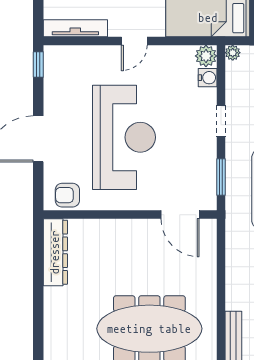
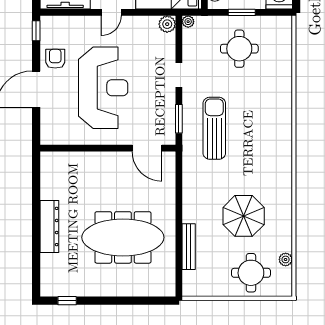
water cooler: (208, 78) -> (169, 41), removed
armchair: (67, 195) -> (55, 59), moved, turned 90
dresser: (55, 252) -> (49, 226), moved

